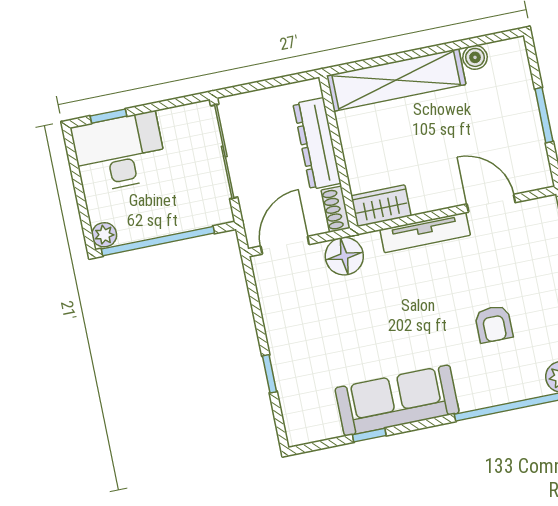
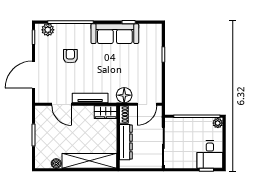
desk: (119, 152) -> (210, 155), width x0.73

